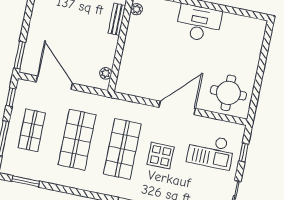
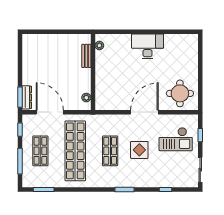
dresser: (28, 57) -> (27, 97), added
shop shelf: (77, 140) -> (75, 151), width x1.40
shop shelf: (122, 149) -> (110, 151), width x0.70, depth x0.74

